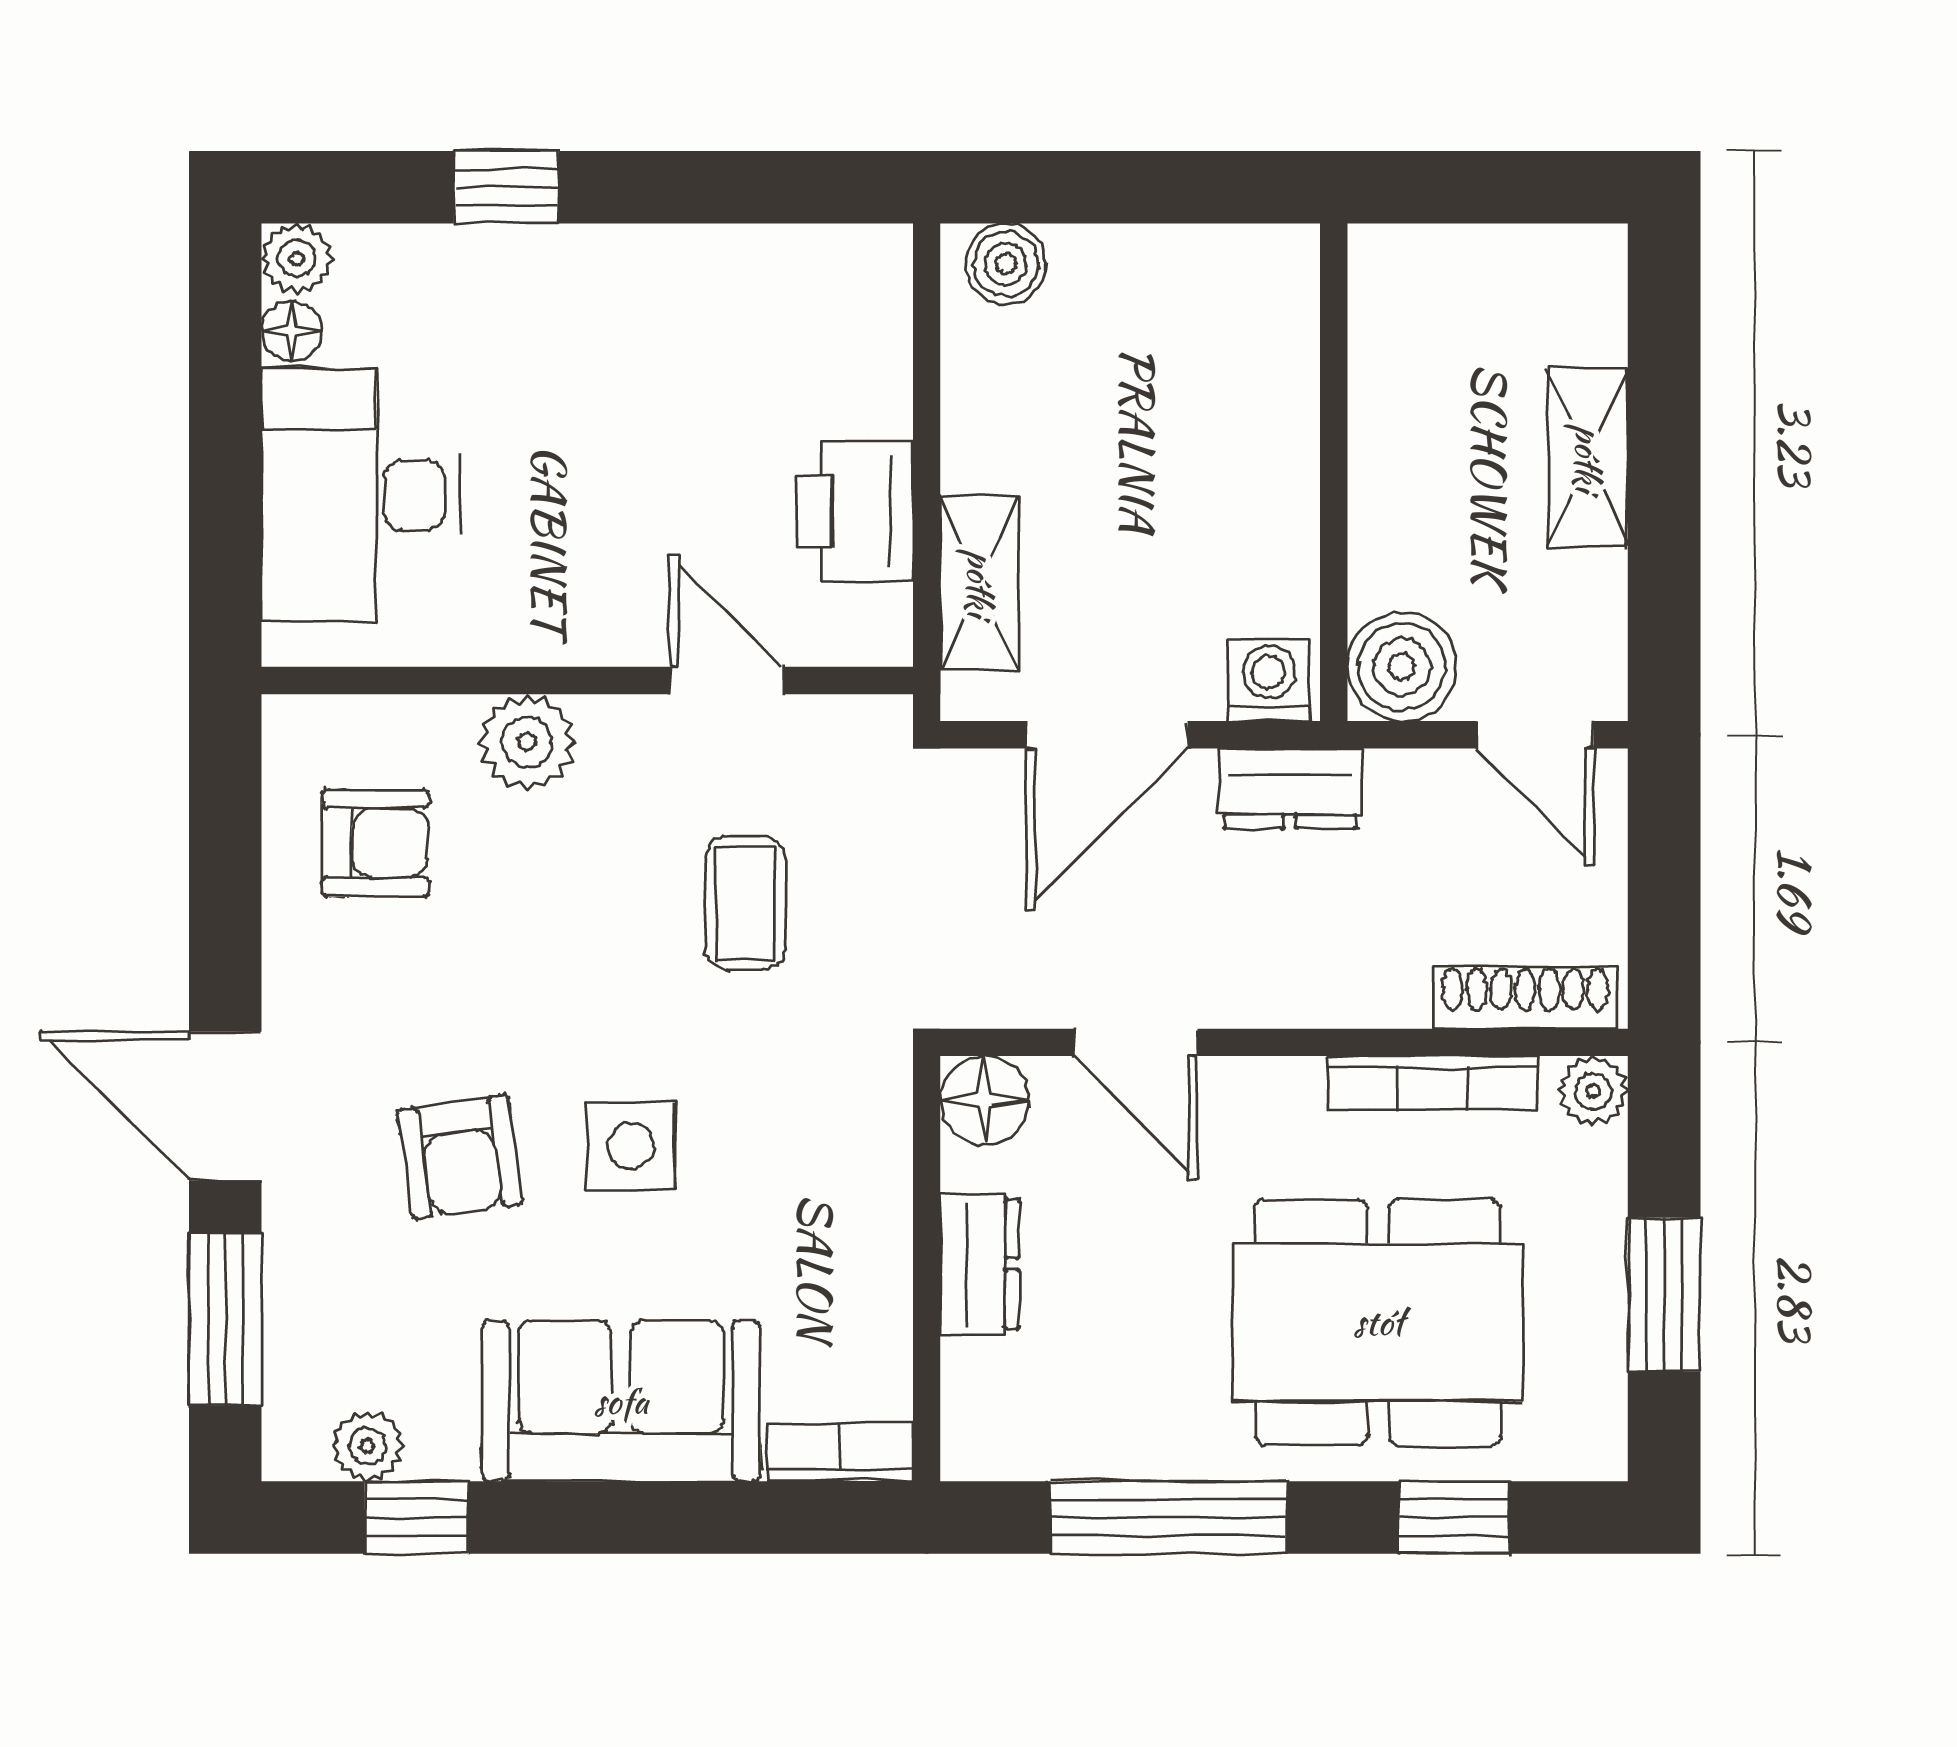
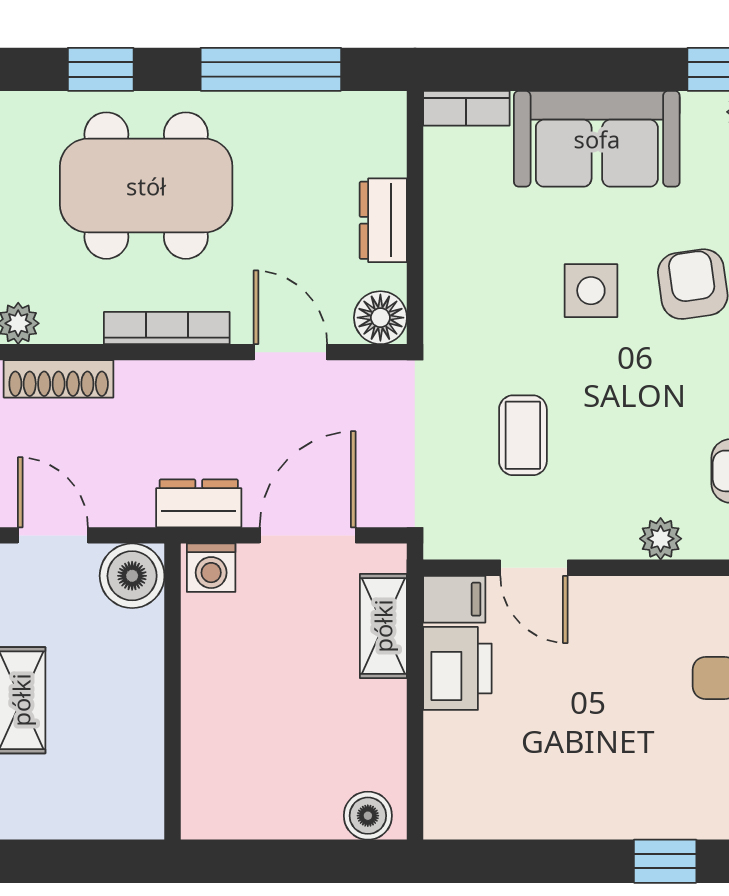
filing cabinet: (861, 628) -> (454, 599), added
plant: (527, 742) -> (661, 539), width x0.73, depth x0.73
bookcase: (1432, 1083) -> (167, 328), moved

